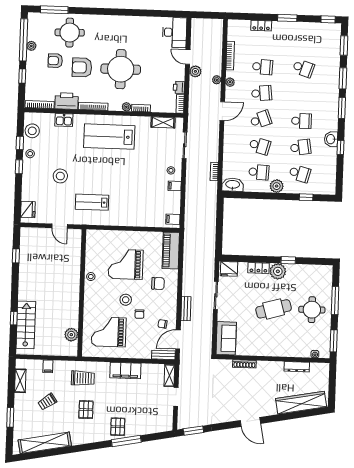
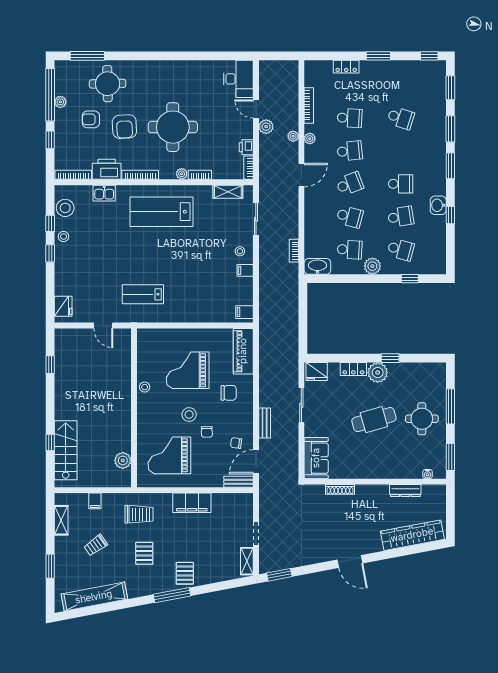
armchair: (82, 67) -> (124, 127), turned -93
stool: (60, 176) -> (102, 263), removed
shelving: (169, 376) -> (247, 561), moved
window: (126, 441) -> (172, 595), moved

